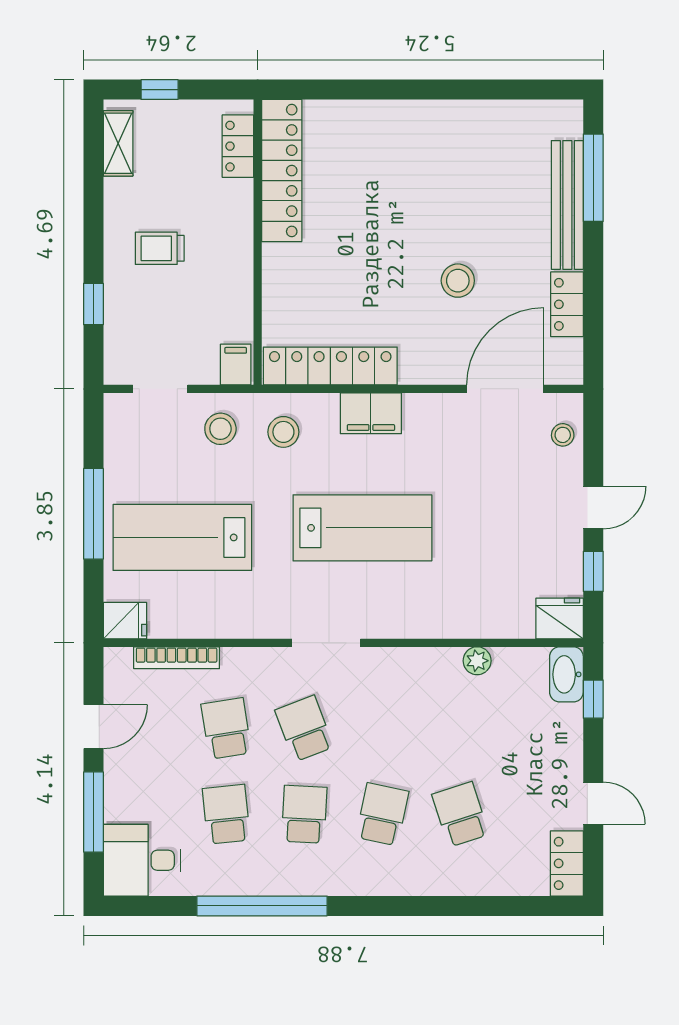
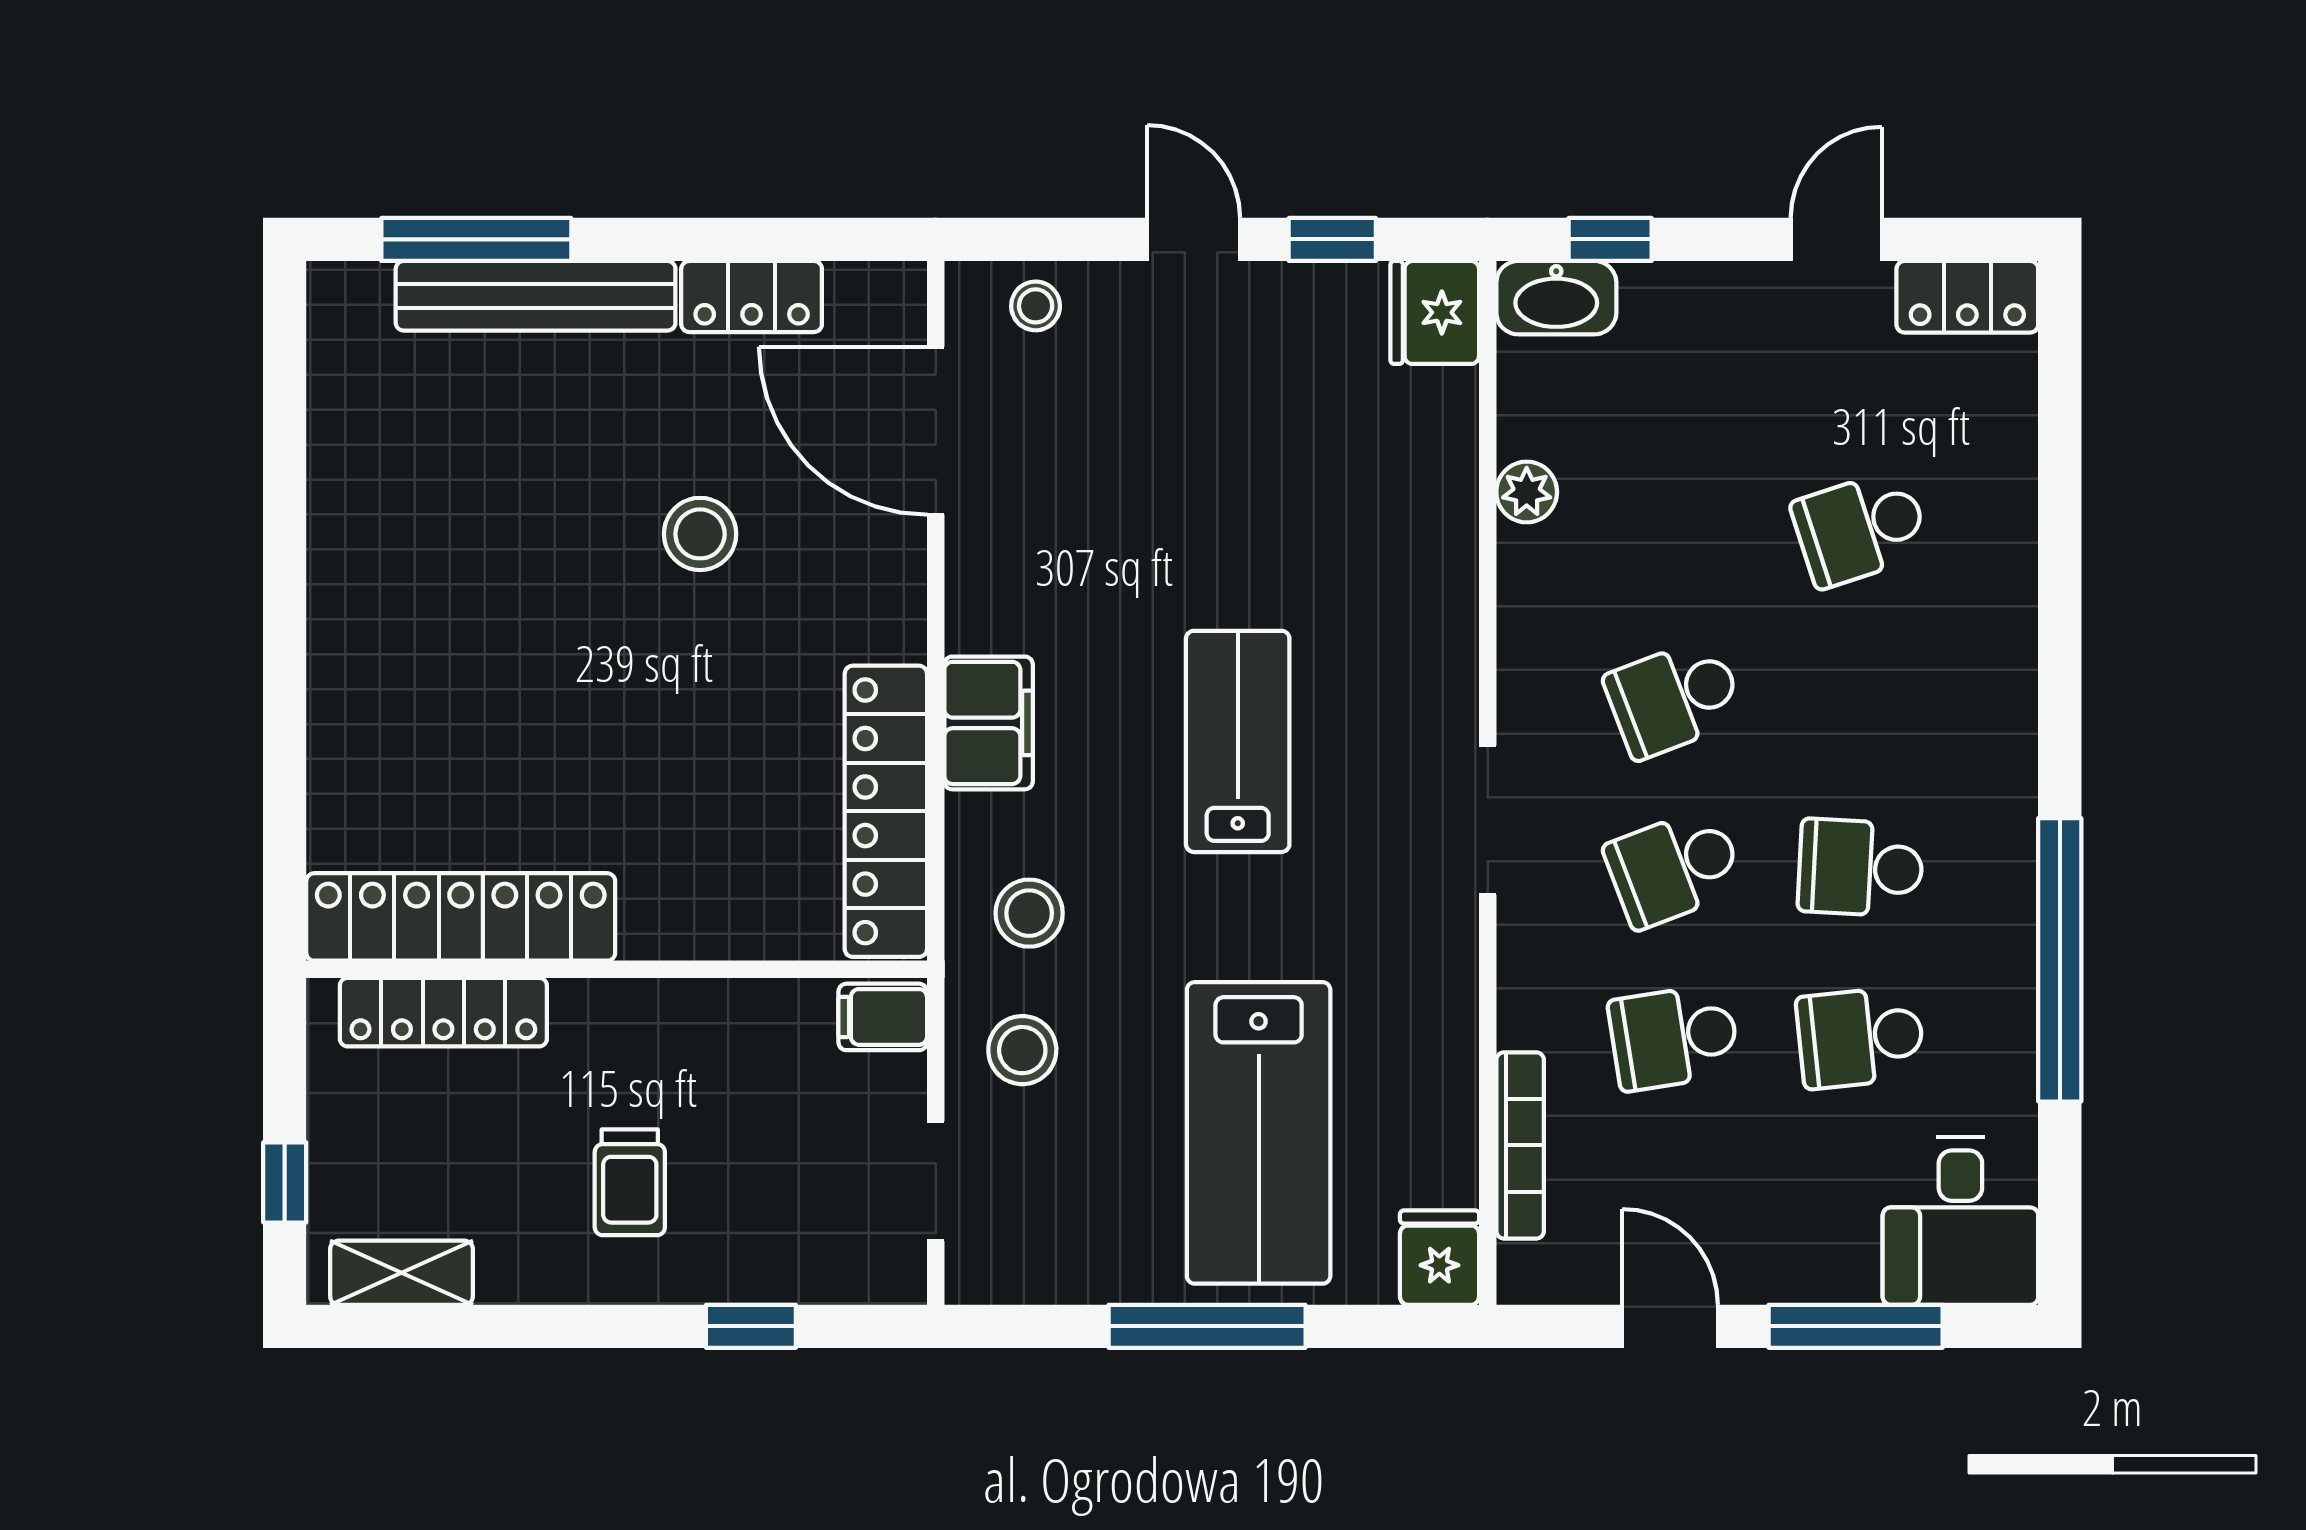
locker: (238, 146) -> (443, 1012), width x1.53
lab bench: (362, 528) -> (1238, 741), width x0.73, depth x0.72
school desk: (382, 814) -> (1674, 698), moved, turned -33

